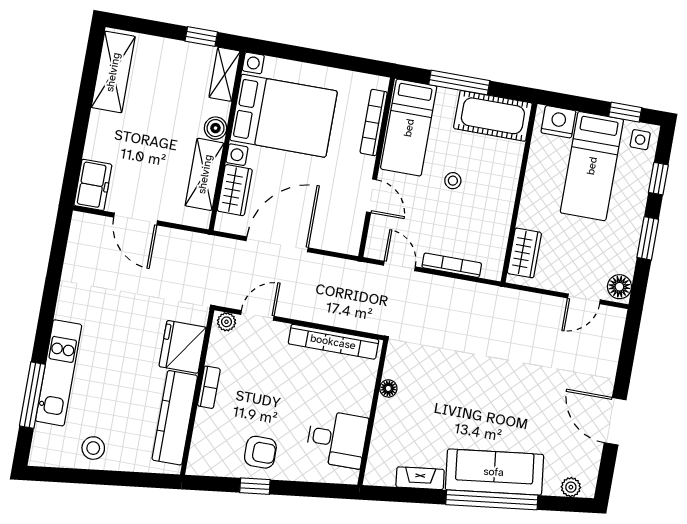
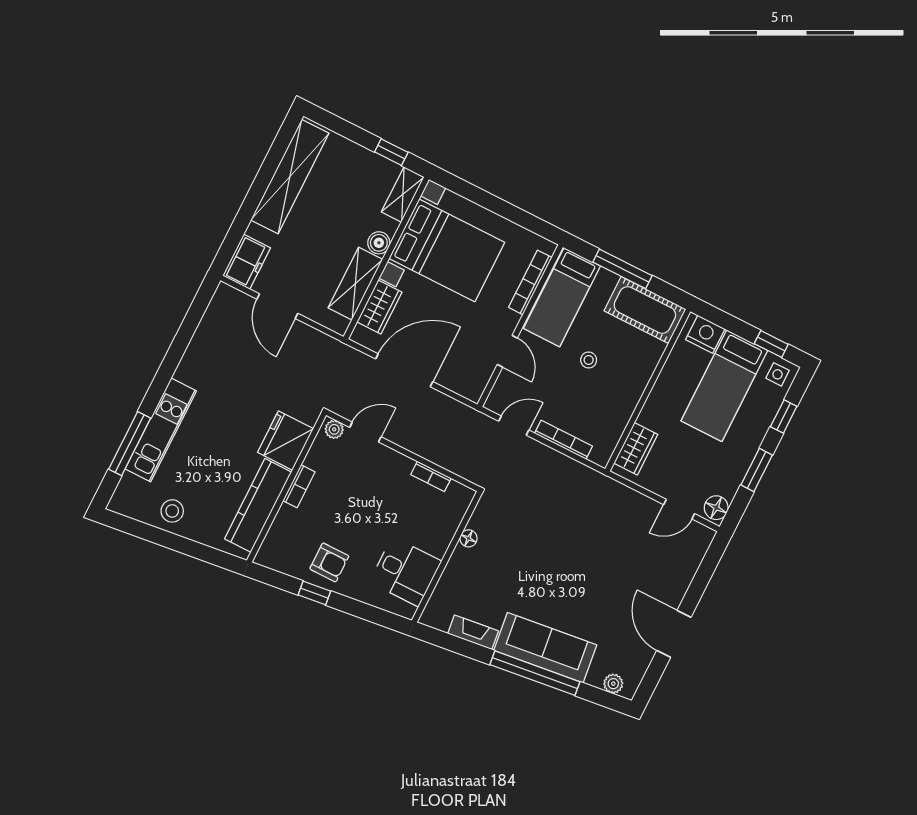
shelving: (113, 72) -> (290, 177), width x1.47
door: (399, 266) -> (514, 426), hinge flipped
bookcase: (333, 342) -> (431, 476), width x0.43, depth x0.76

